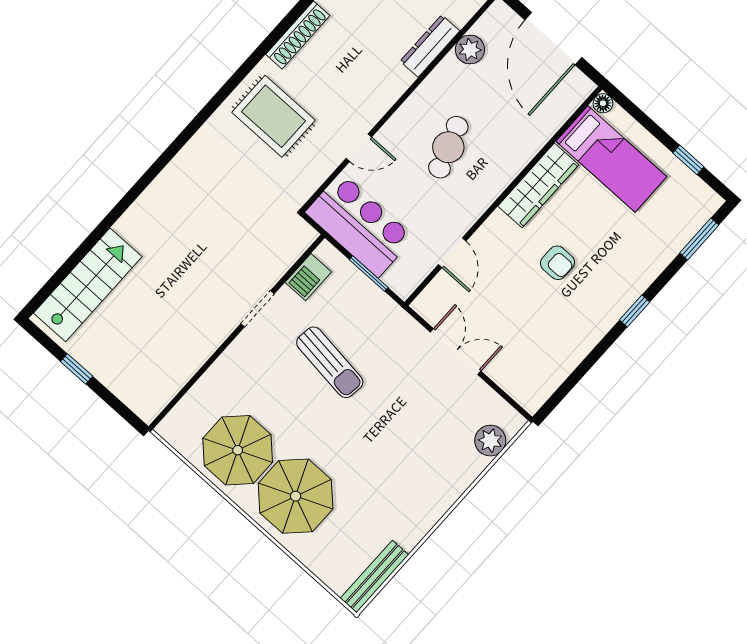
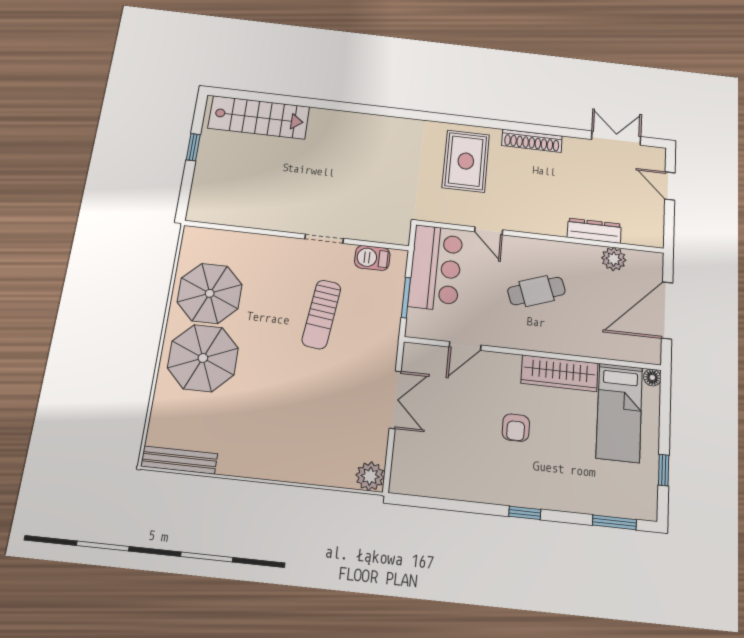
plant: (490, 441) -> (370, 476), moved

